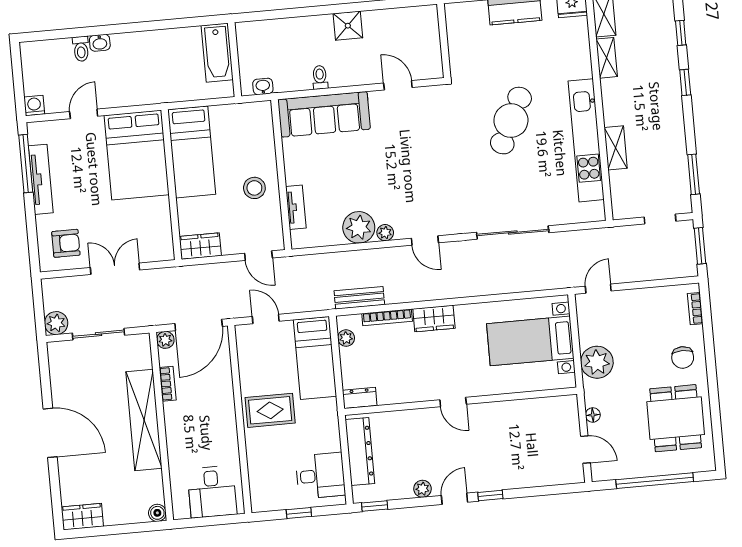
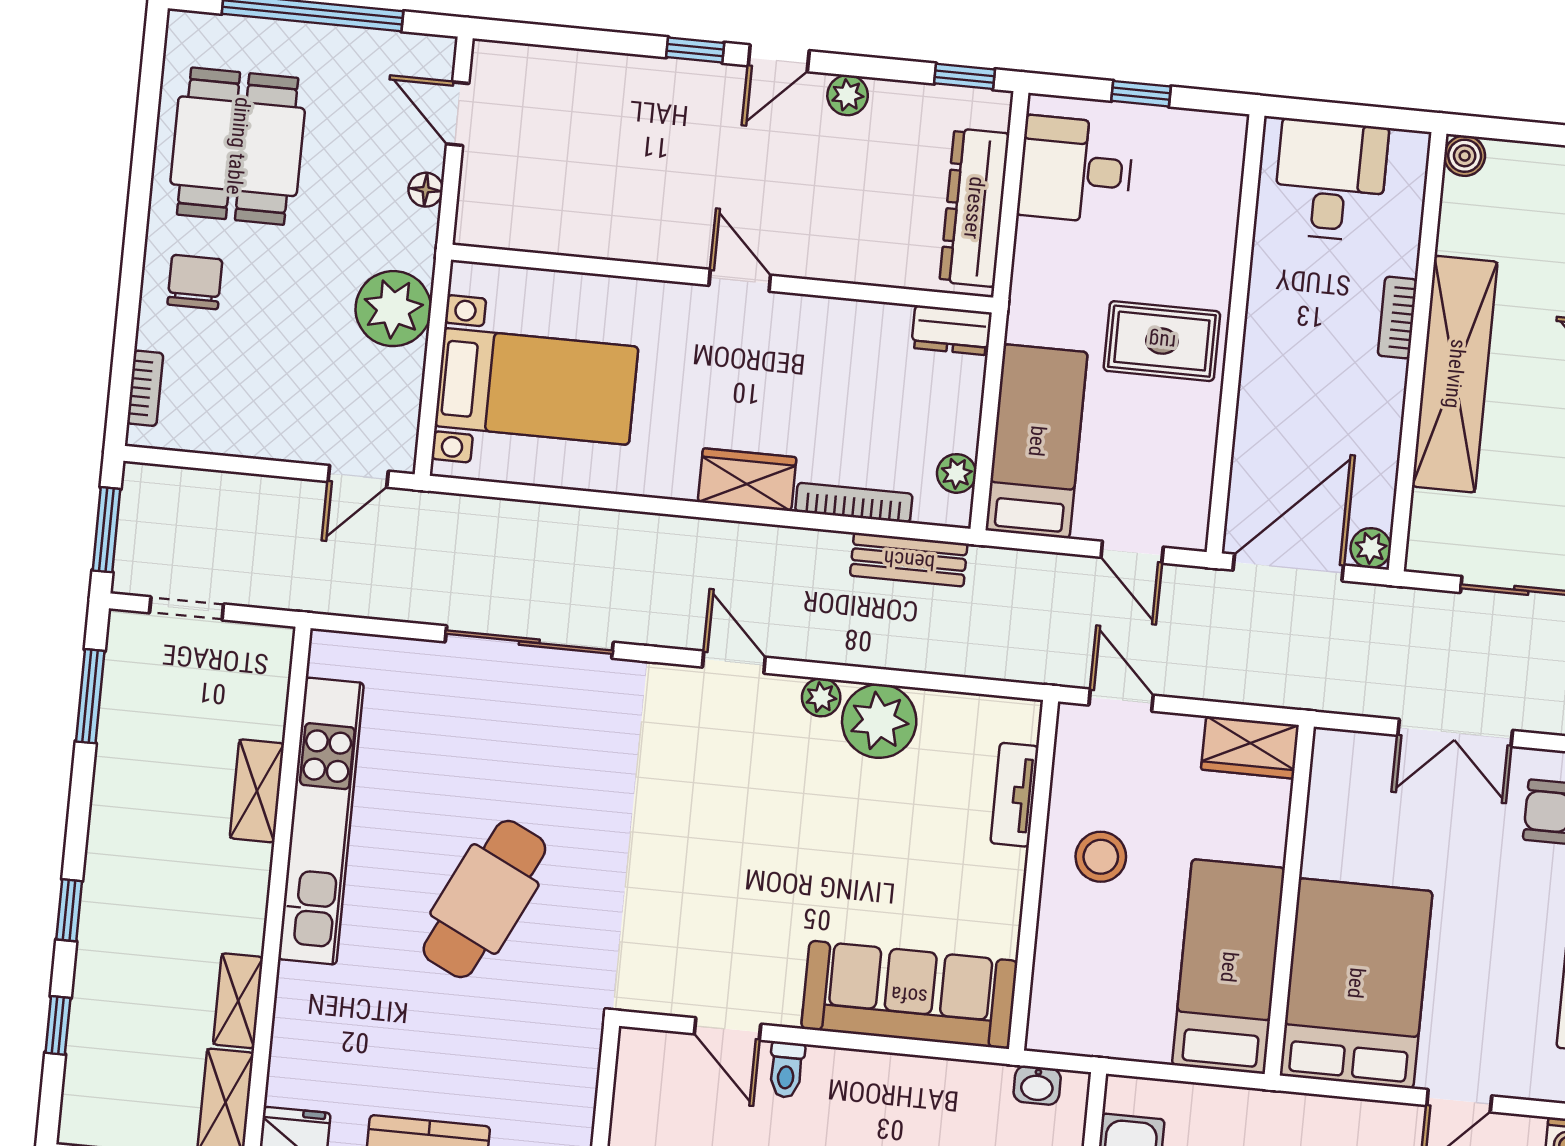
toilet: (320, 77) -> (786, 1070), moved
bookcase: (168, 384) -> (1397, 318), moved

